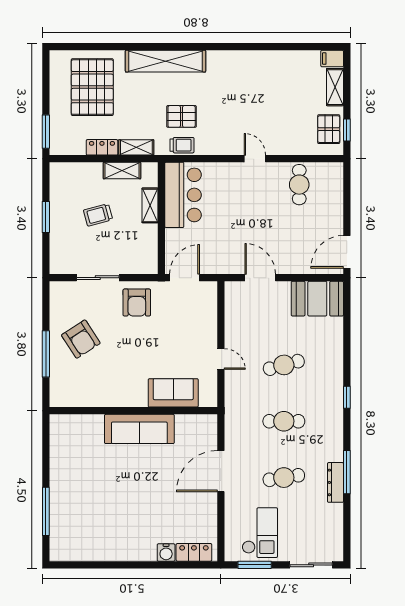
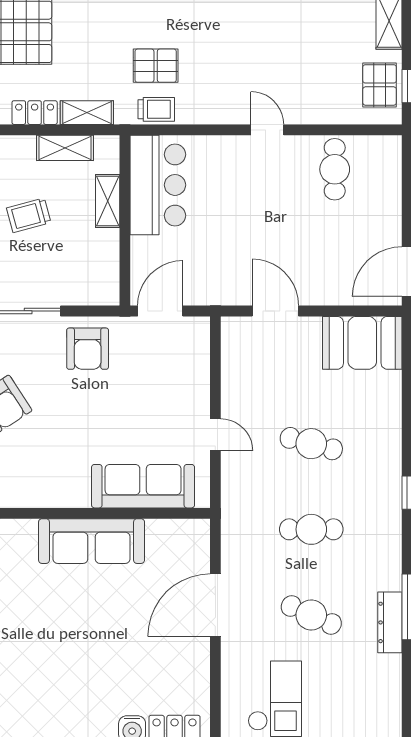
cafe table: (284, 365) -> (311, 444), turned 30
sofa: (173, 393) -> (143, 486), width x1.36
cafe table: (284, 478) -> (311, 615), turned 33

